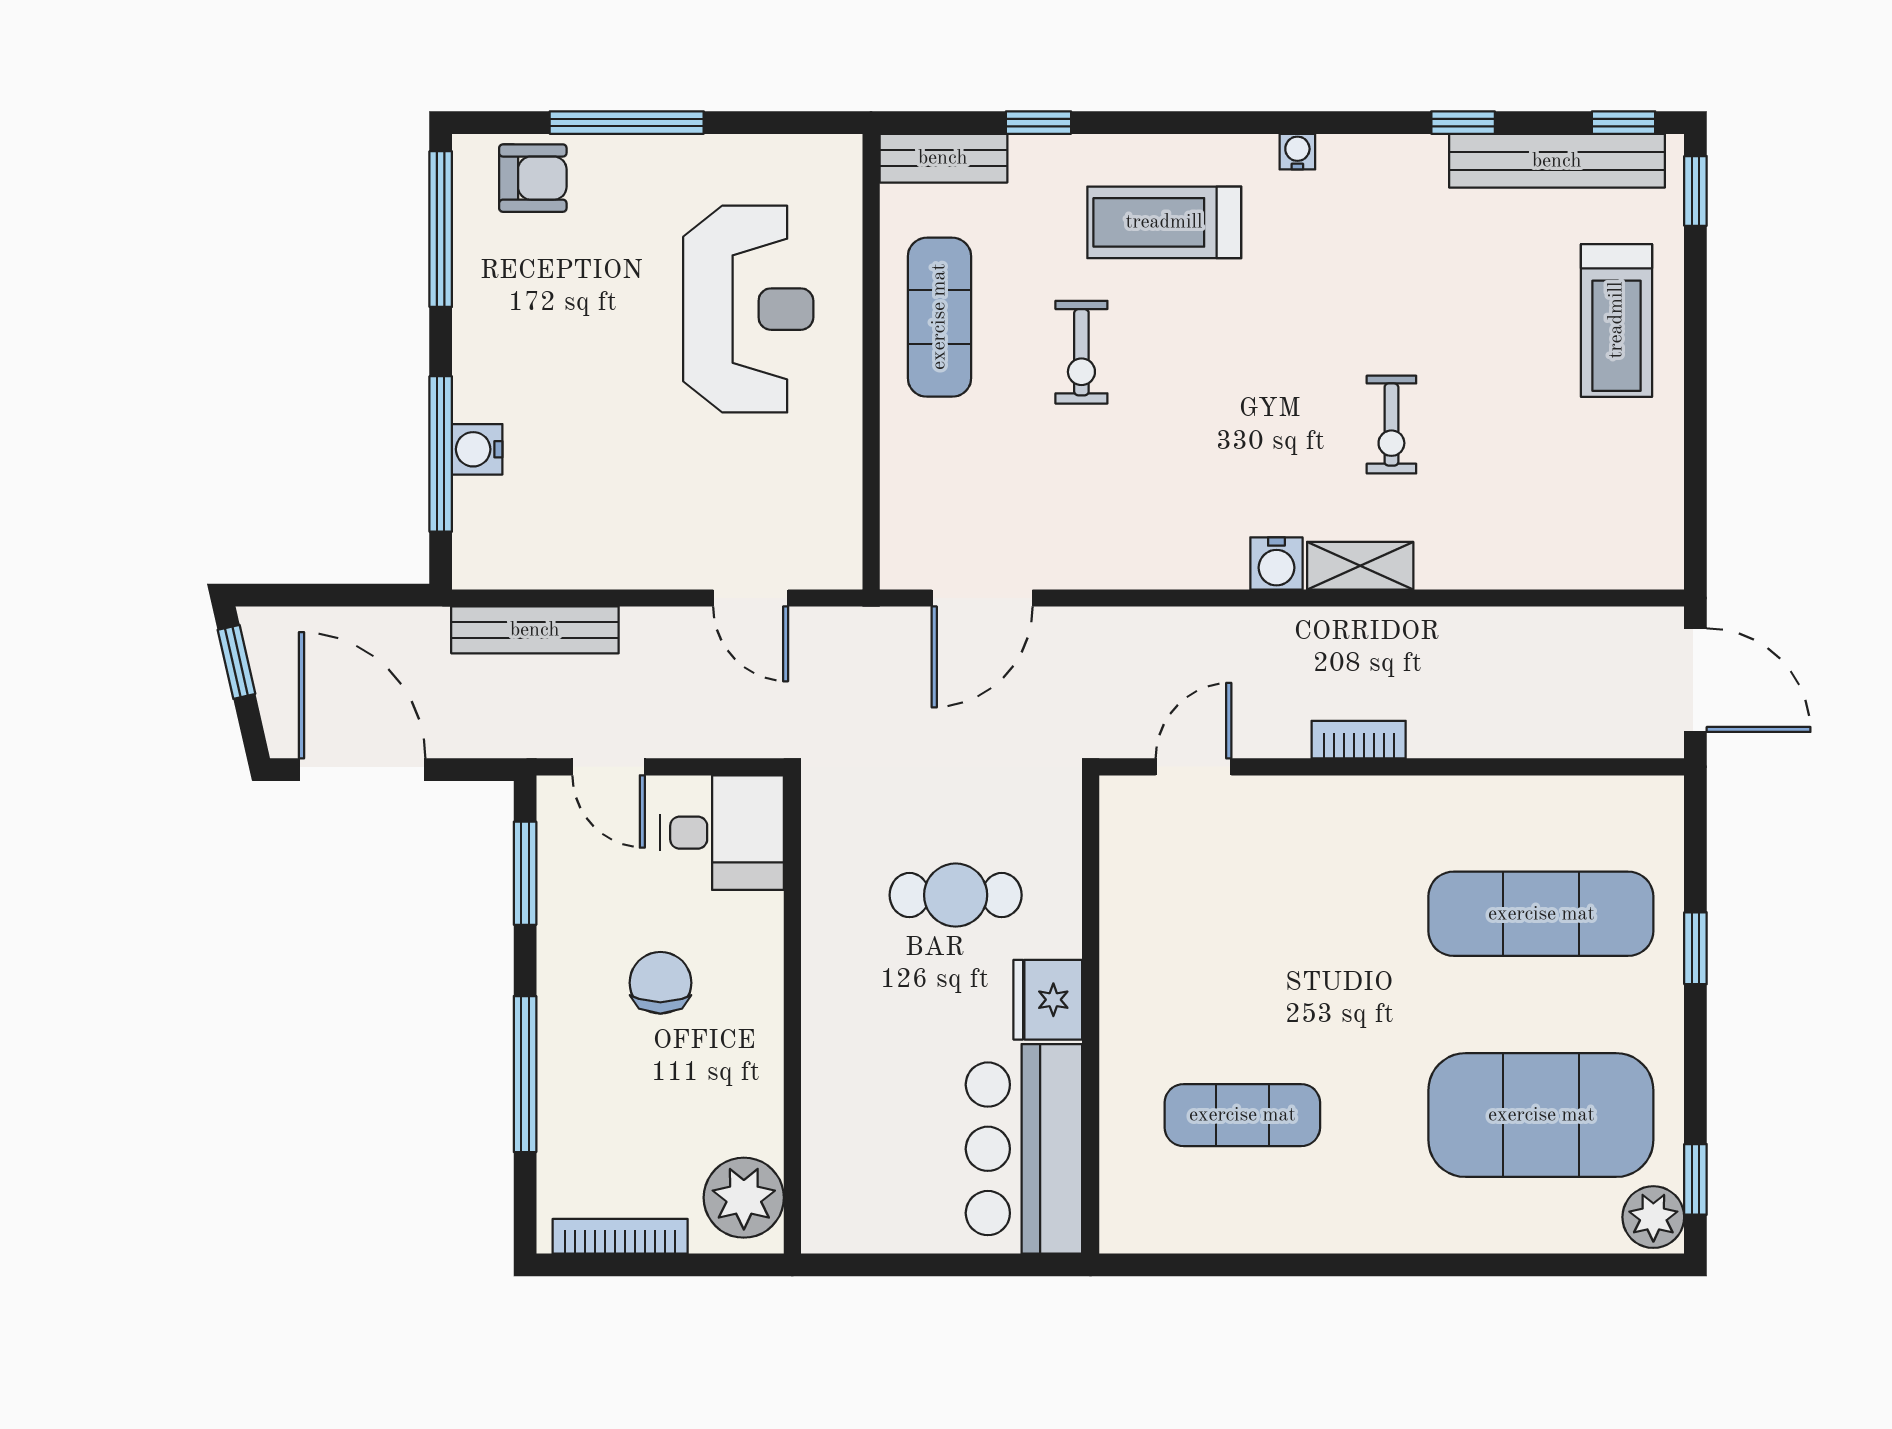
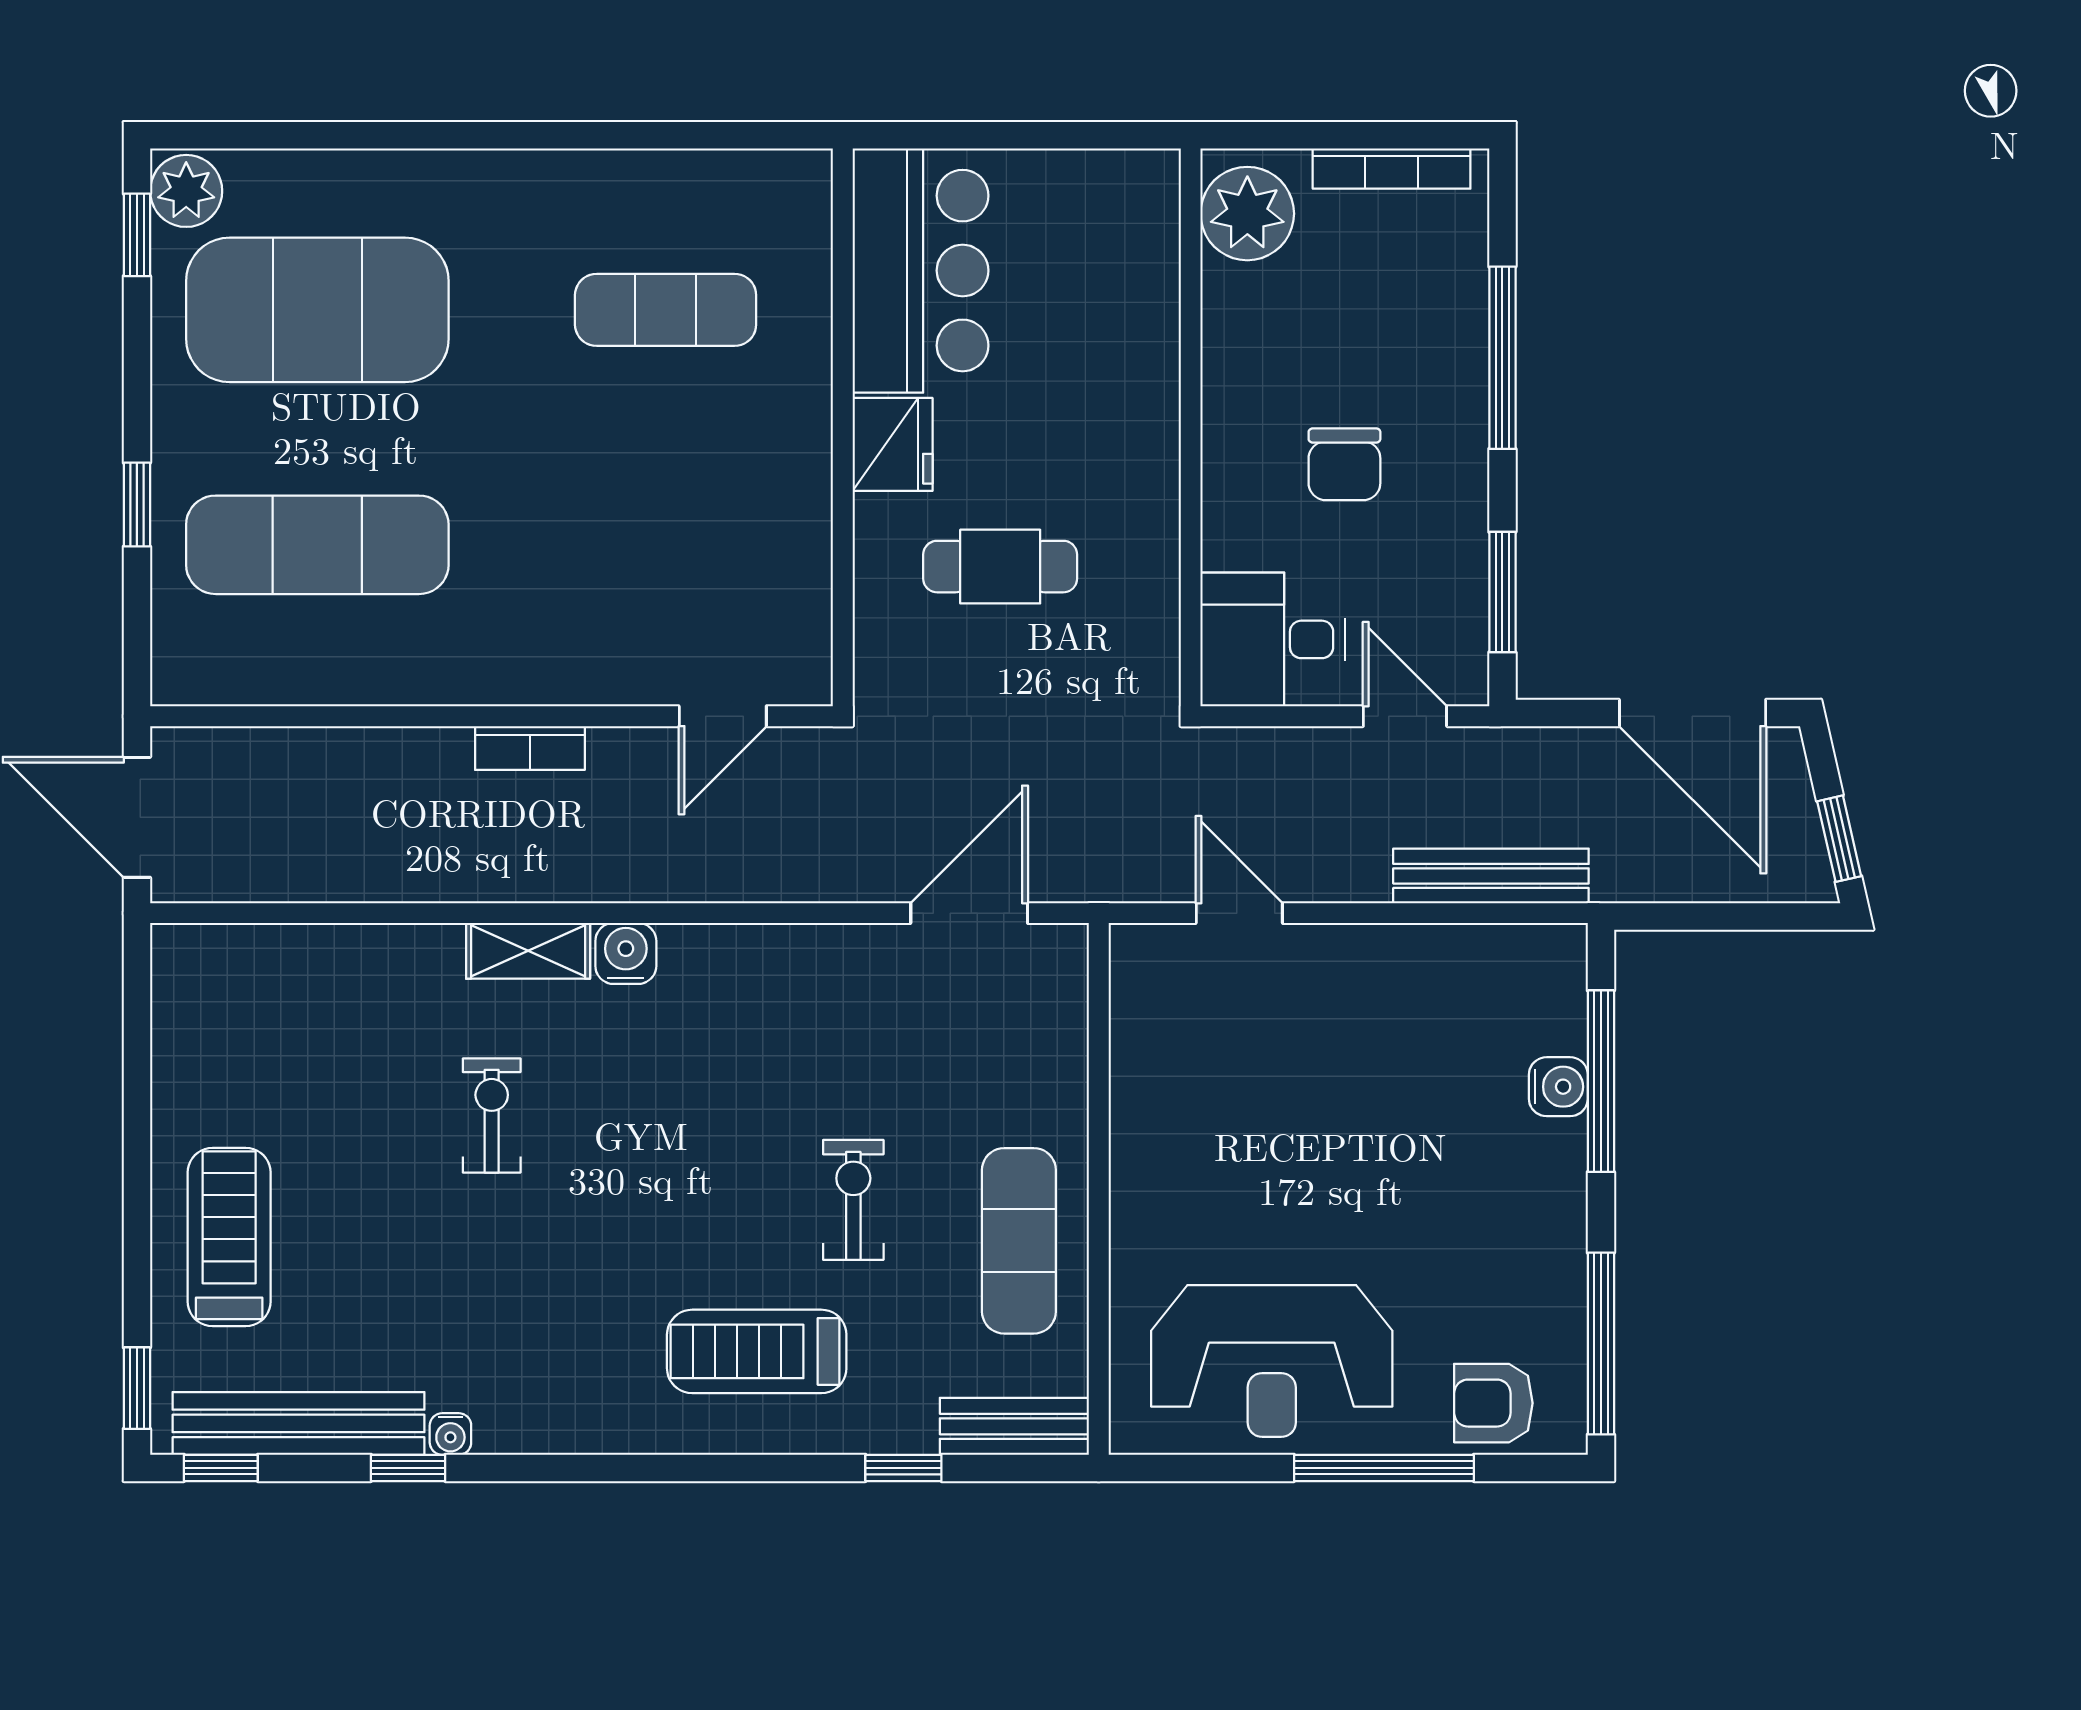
water cooler: (1297, 152) -> (450, 1434), moved
treadmill: (1164, 222) -> (757, 1351), turned 180
reception desk: (748, 309) -> (1272, 1361), moved, turned -90

